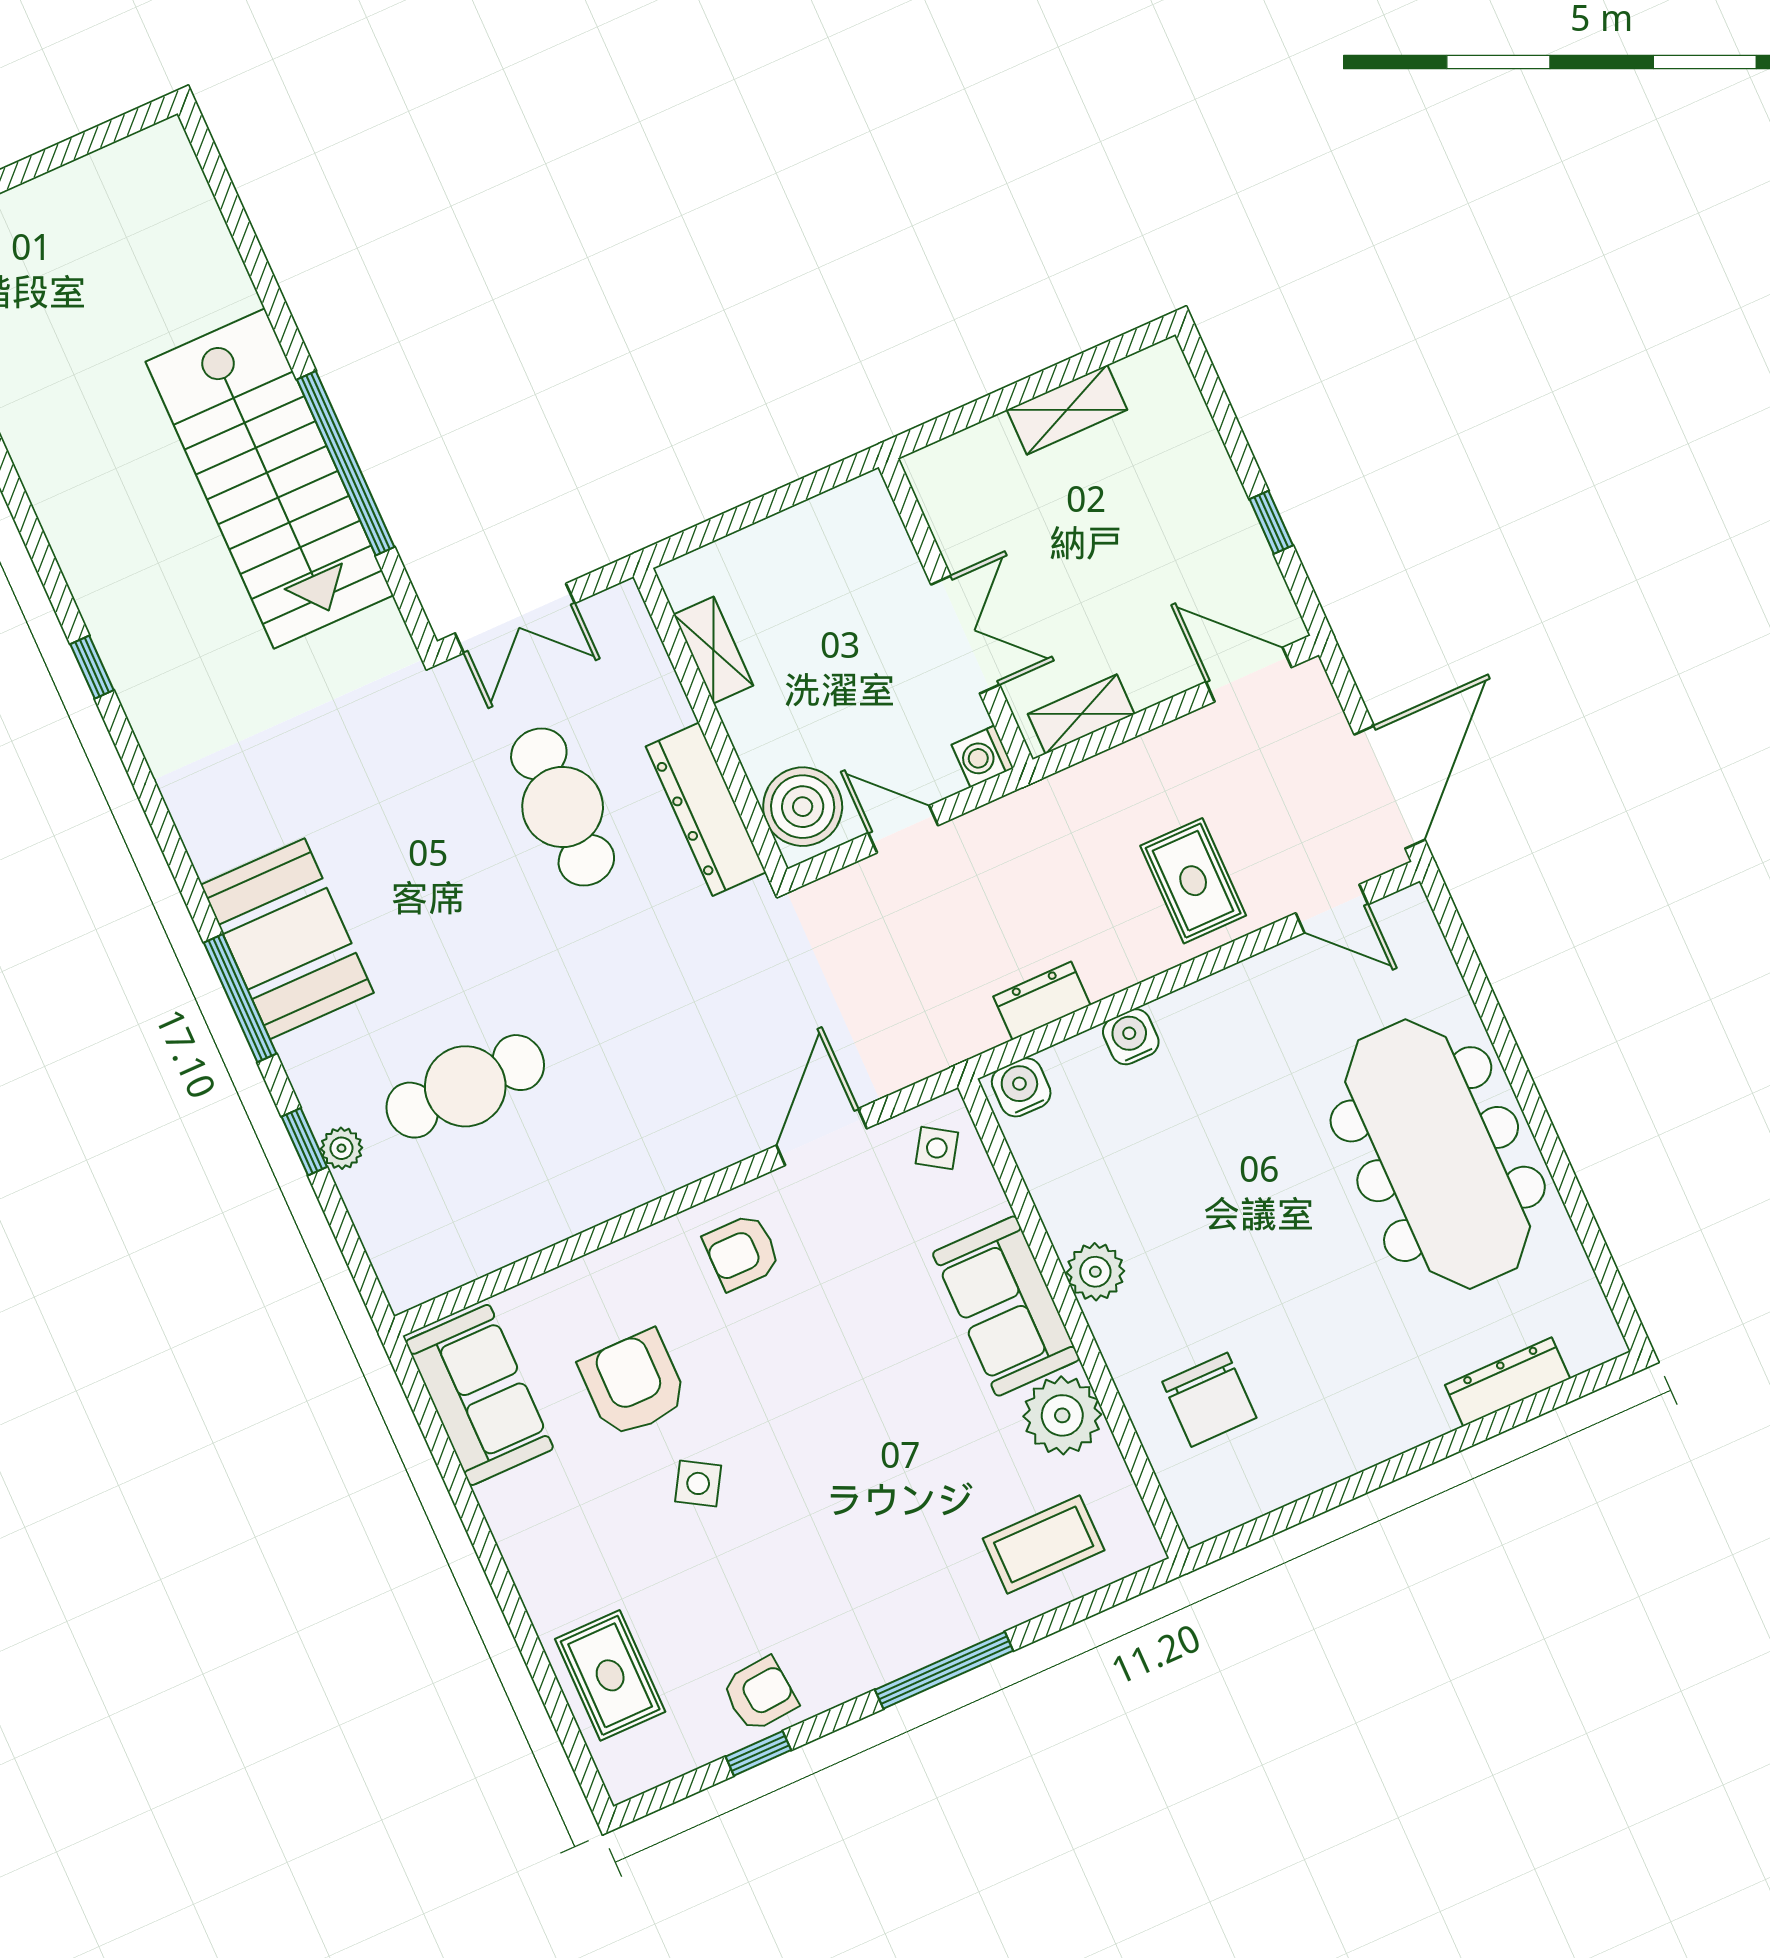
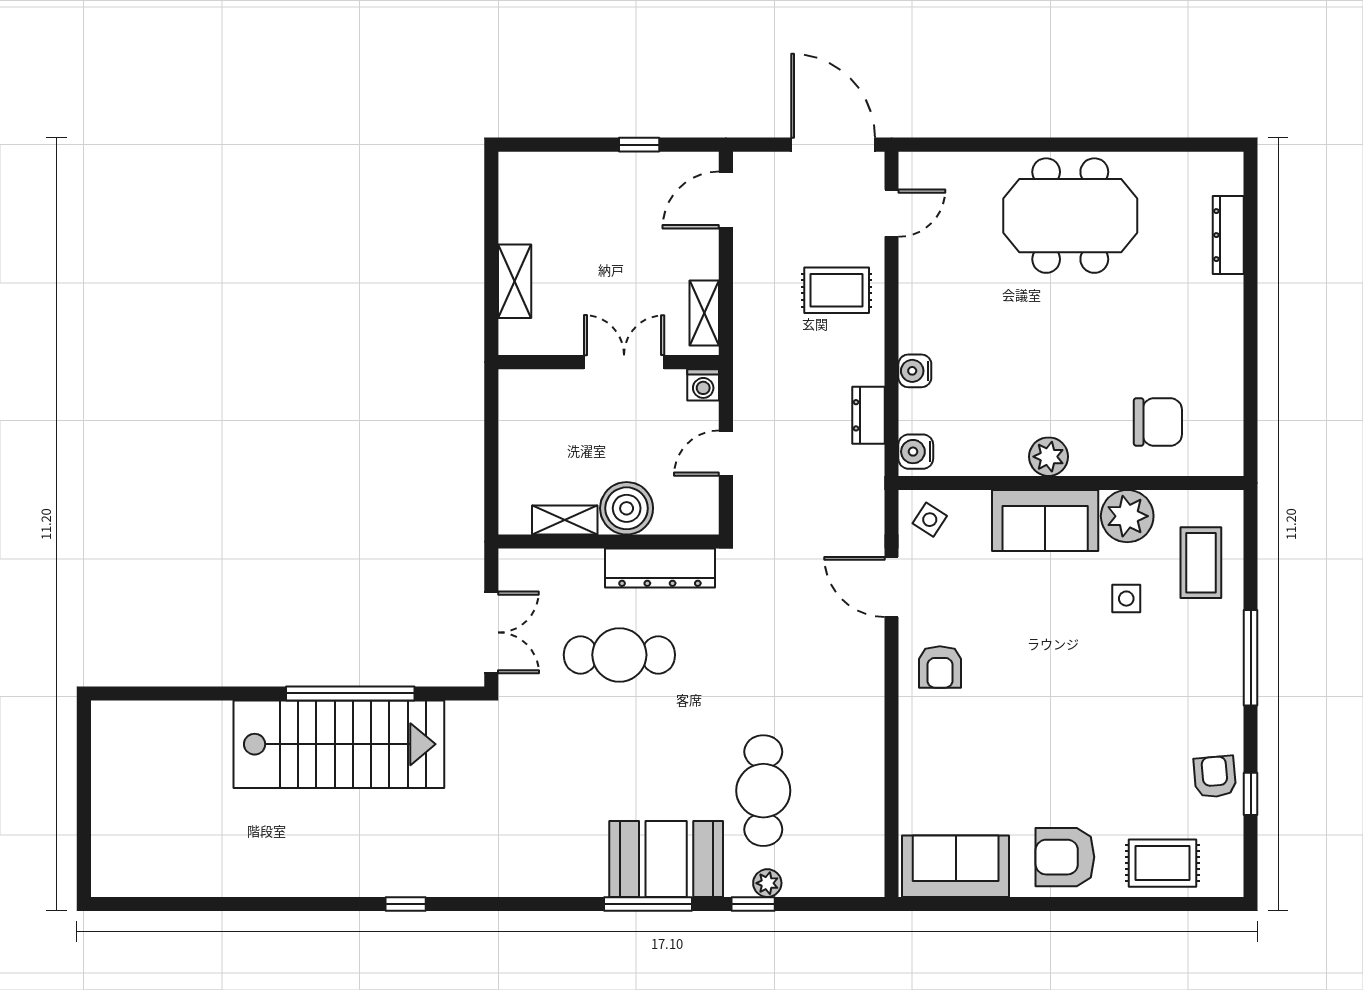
shelving: (1067, 410) -> (515, 281), moved
boiler: (803, 807) -> (627, 508), moved
booth: (287, 939) -> (666, 859), moved
meeting table: (1438, 1154) -> (1070, 216), width x0.73
armchair: (633, 1384) -> (1065, 857), moved
side table: (698, 1483) -> (1126, 599), moved, turned -31

